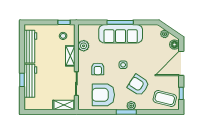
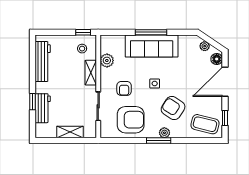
workbench: (30, 81) -> (43, 108), width x0.73
armchair: (103, 95) -> (131, 120), turned 180
shelving: (64, 105) -> (70, 132), moved

